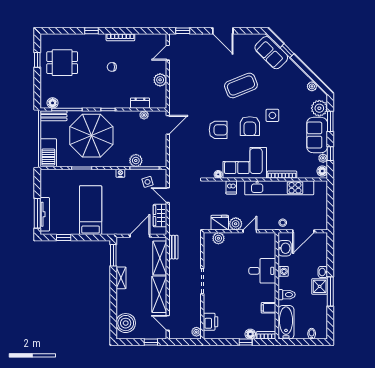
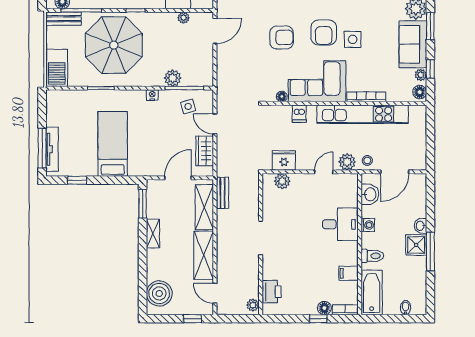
side table: (272, 115) -> (353, 39), moved
plant: (236, 224) -> (347, 162), moved

